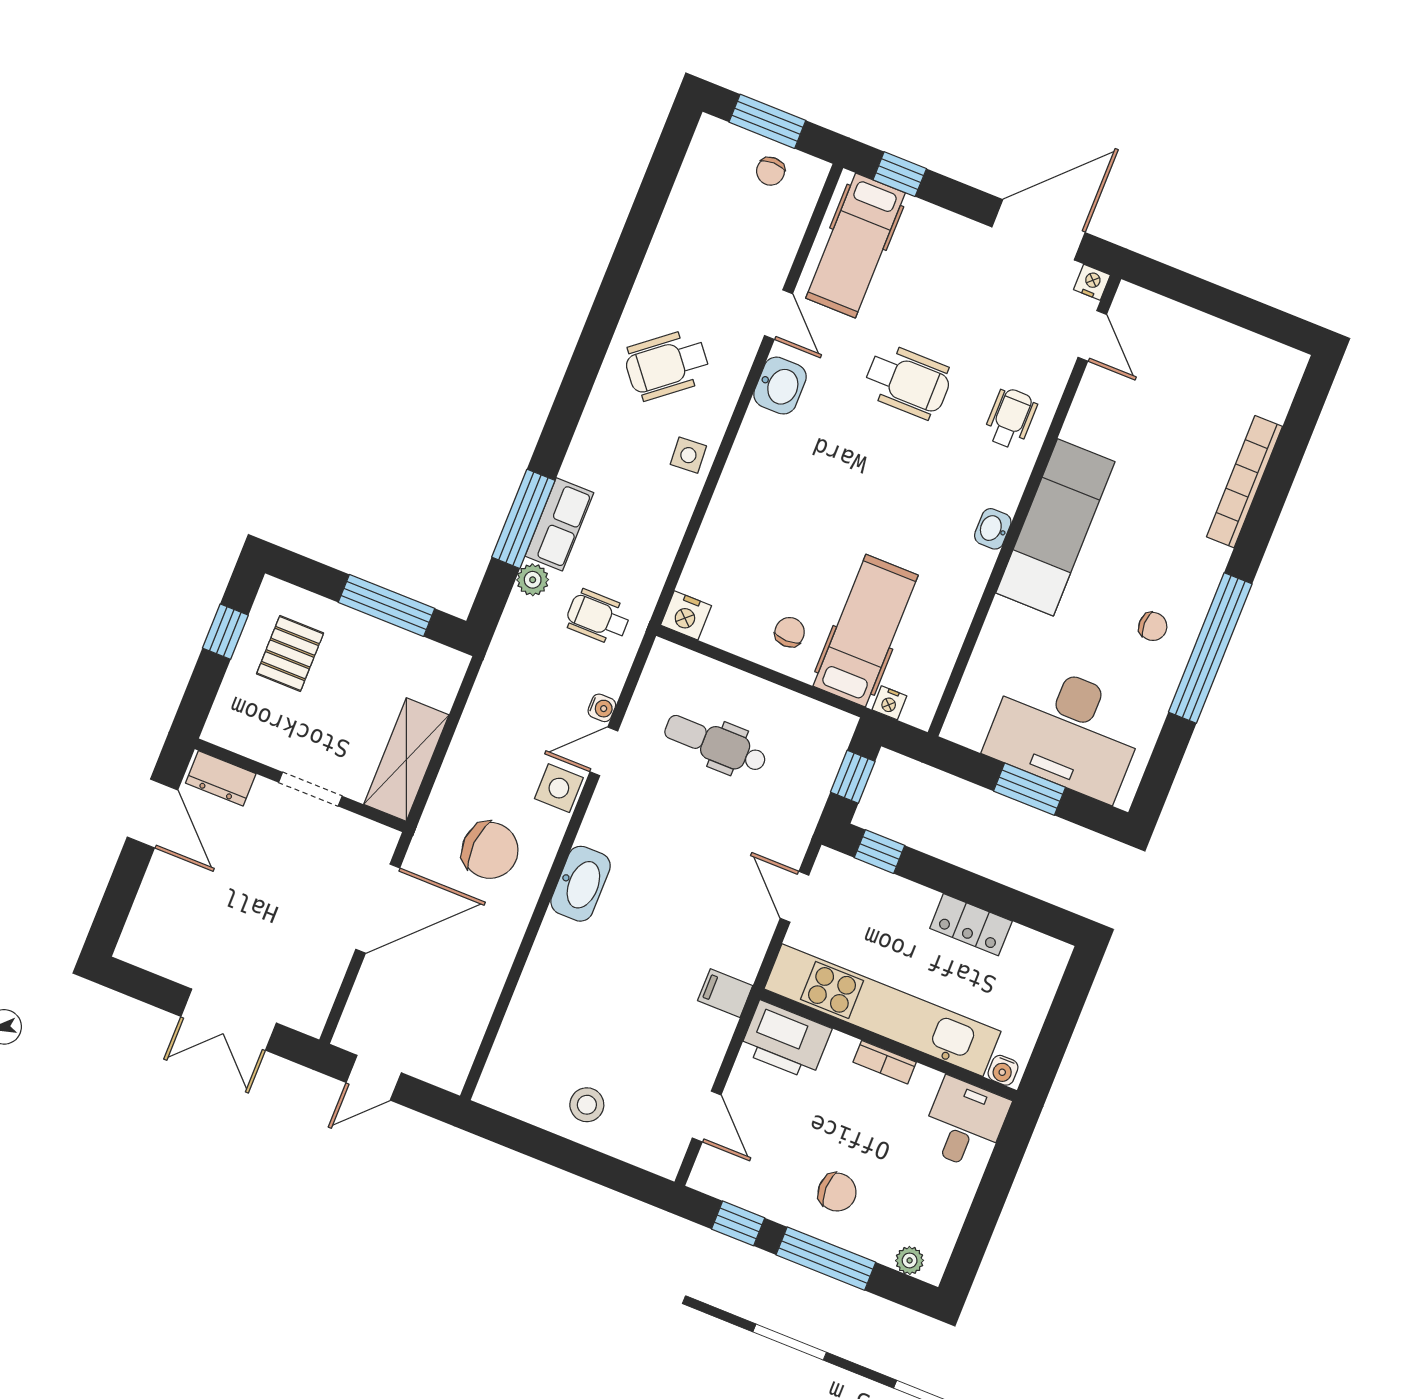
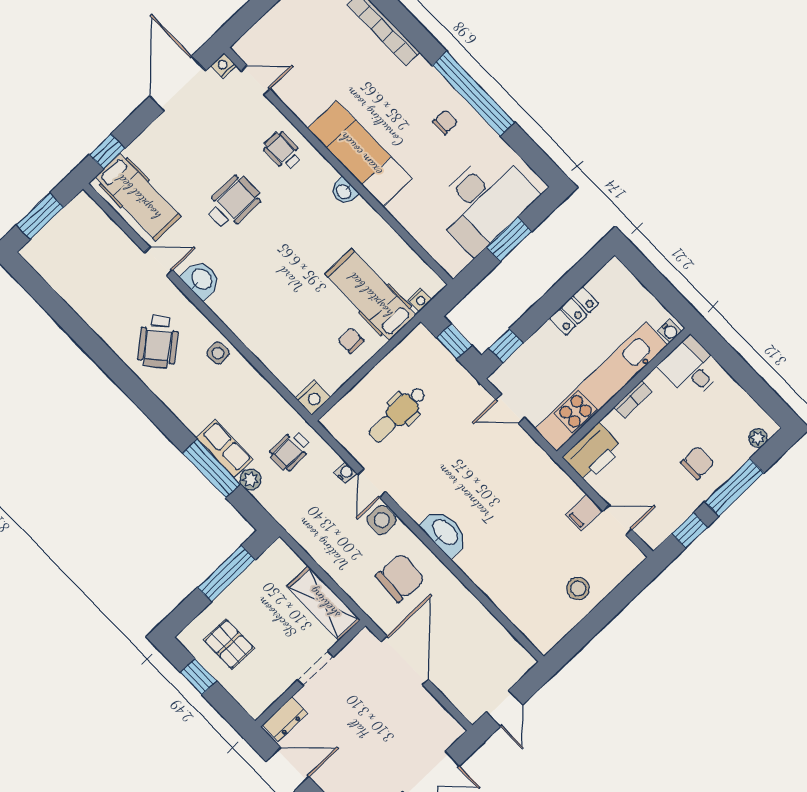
chair: (771, 171) -> (71, 228), removed
filing cabinet: (725, 993) -> (584, 513), moved

